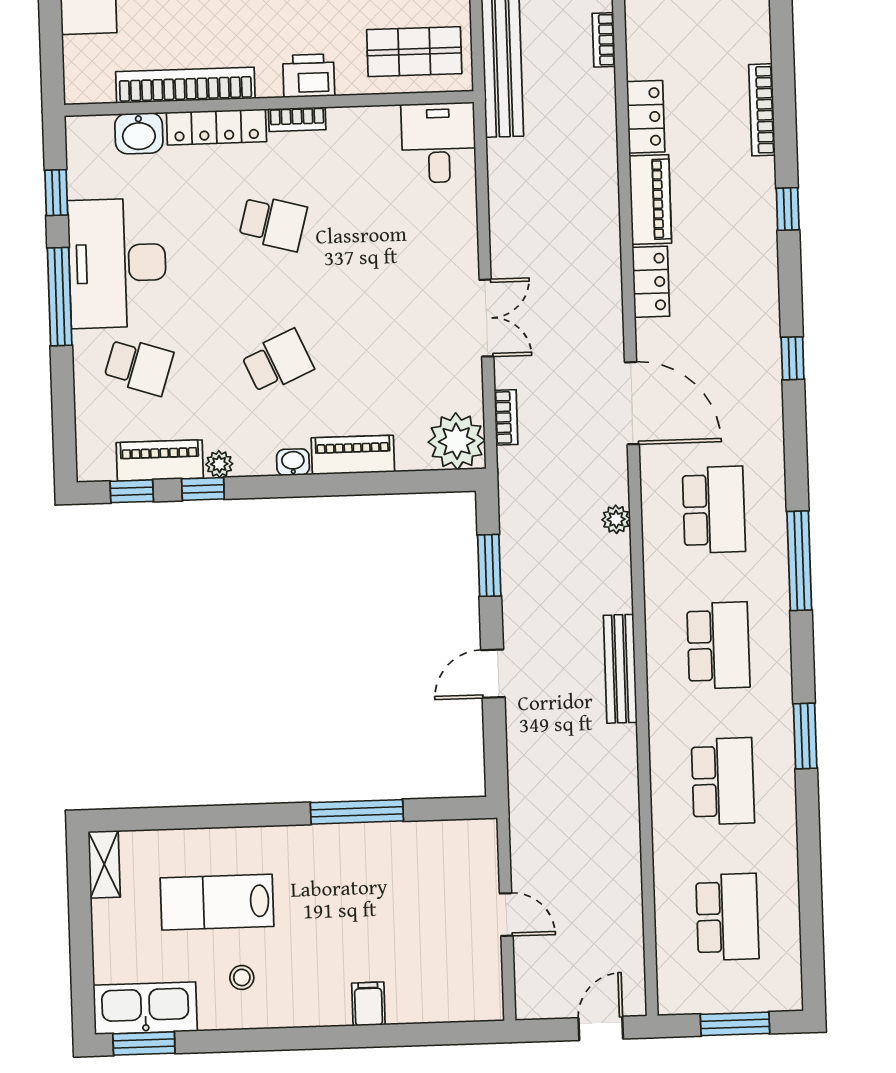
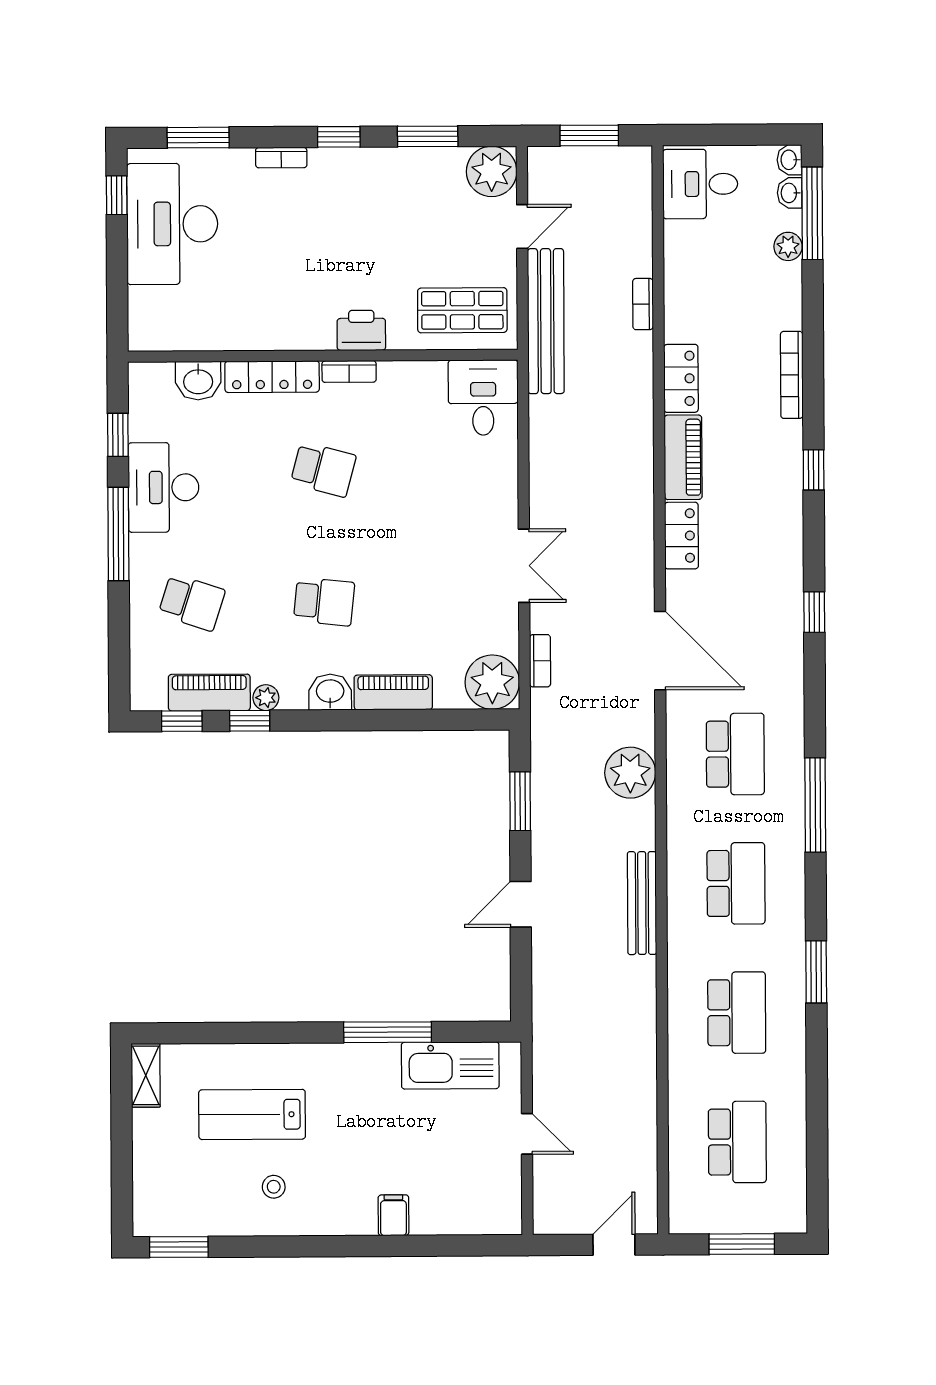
bookcase: (185, 85) -> (244, 336), removed
desk: (117, 263) -> (164, 487), width x0.73, depth x0.77
school desk: (278, 362) -> (324, 602), turned 30
washbasin: (293, 462) -> (330, 692), width x1.38, depth x1.45
plant: (616, 519) -> (630, 773), width x1.87, depth x1.87
kitchen sink: (145, 1008) -> (450, 1065), moved, turned 180

